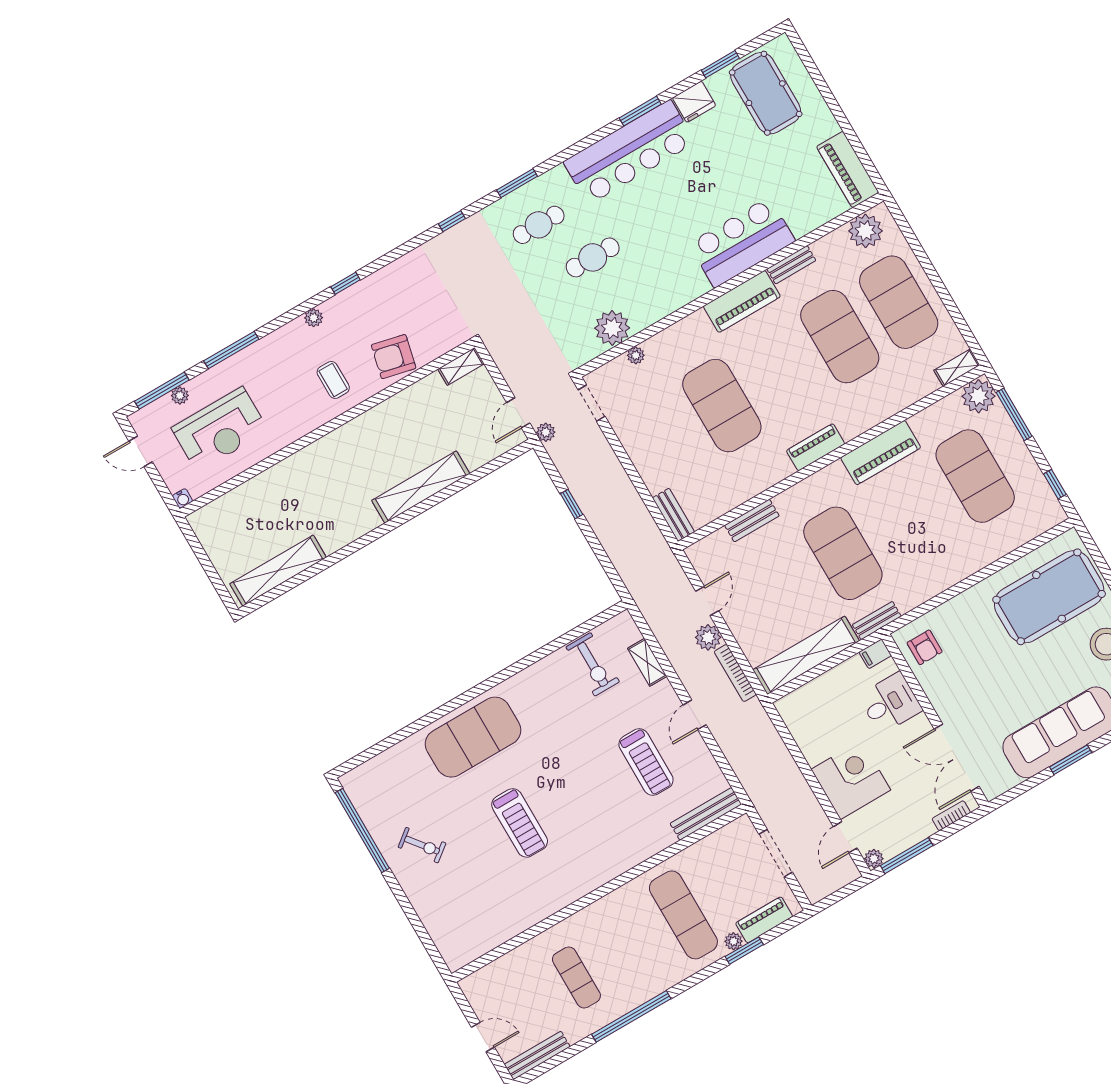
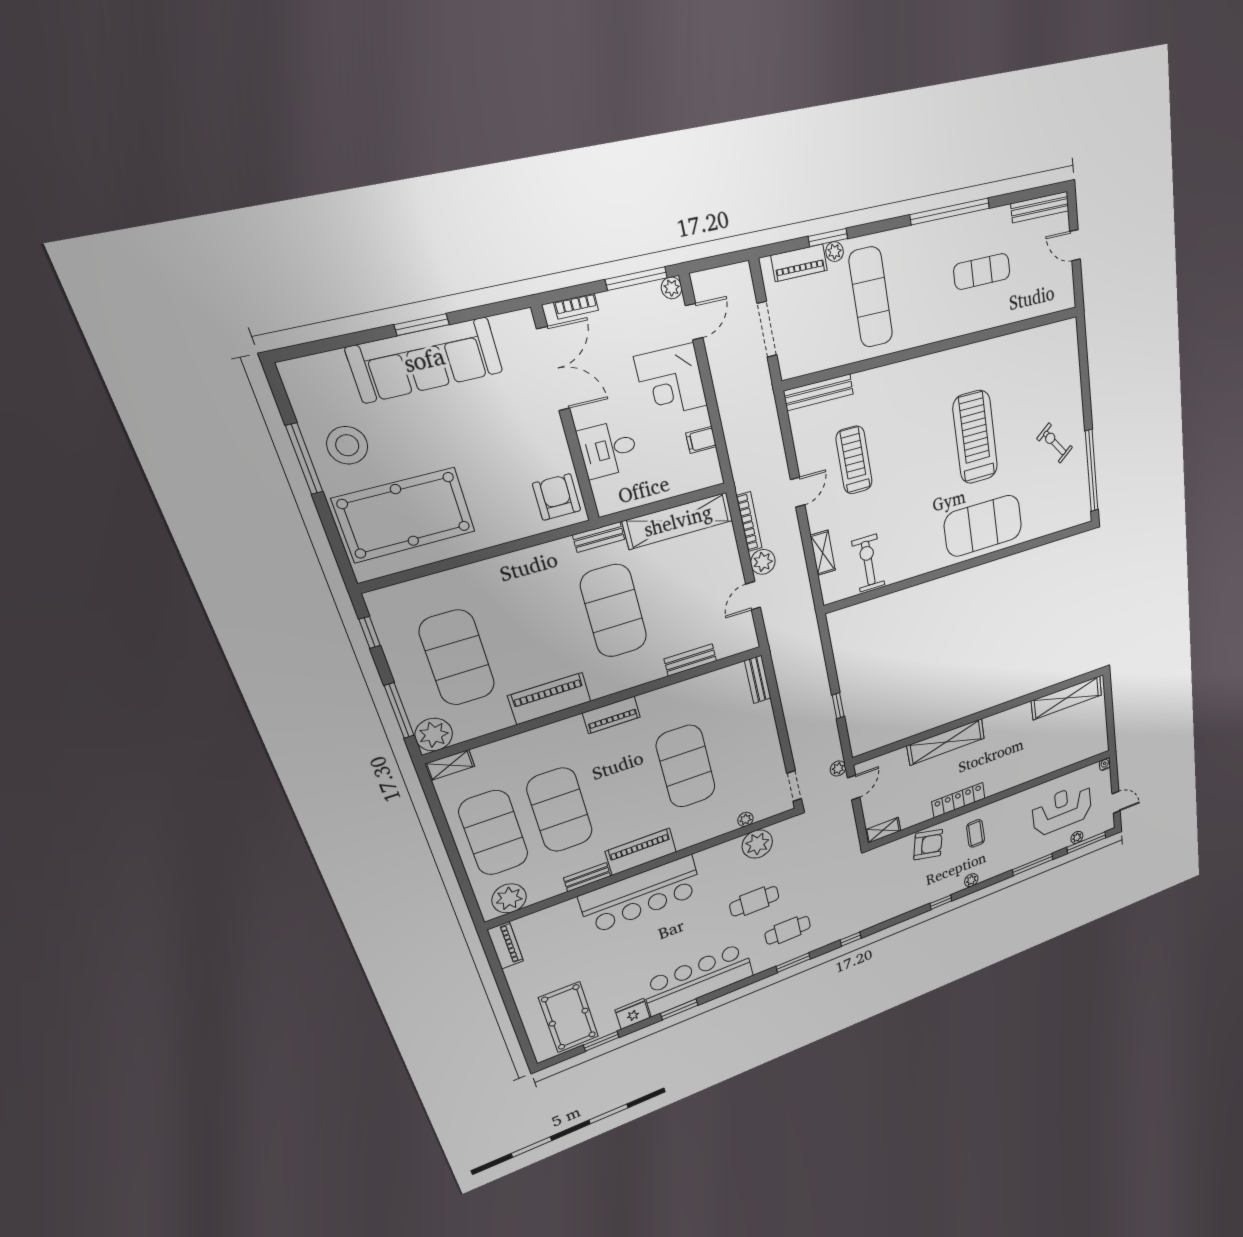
piano: (848, 170) -> (505, 945), width x0.73, depth x0.75
bar counter: (742, 242) -> (641, 895), width x1.36
locker: (375, 419) -> (958, 800), added
armchair: (925, 647) -> (557, 497), width x1.38, depth x1.38
filing cabinet: (875, 654) -> (701, 440), moved, turned 180
treadmill: (520, 823) -> (975, 437), width x1.37, depth x1.38
exercise mat: (576, 977) -> (982, 272), turned 90

